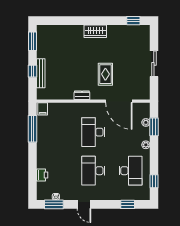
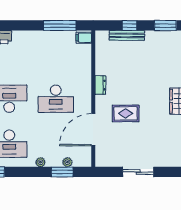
desk: (93, 132) -> (56, 99), turned 180

